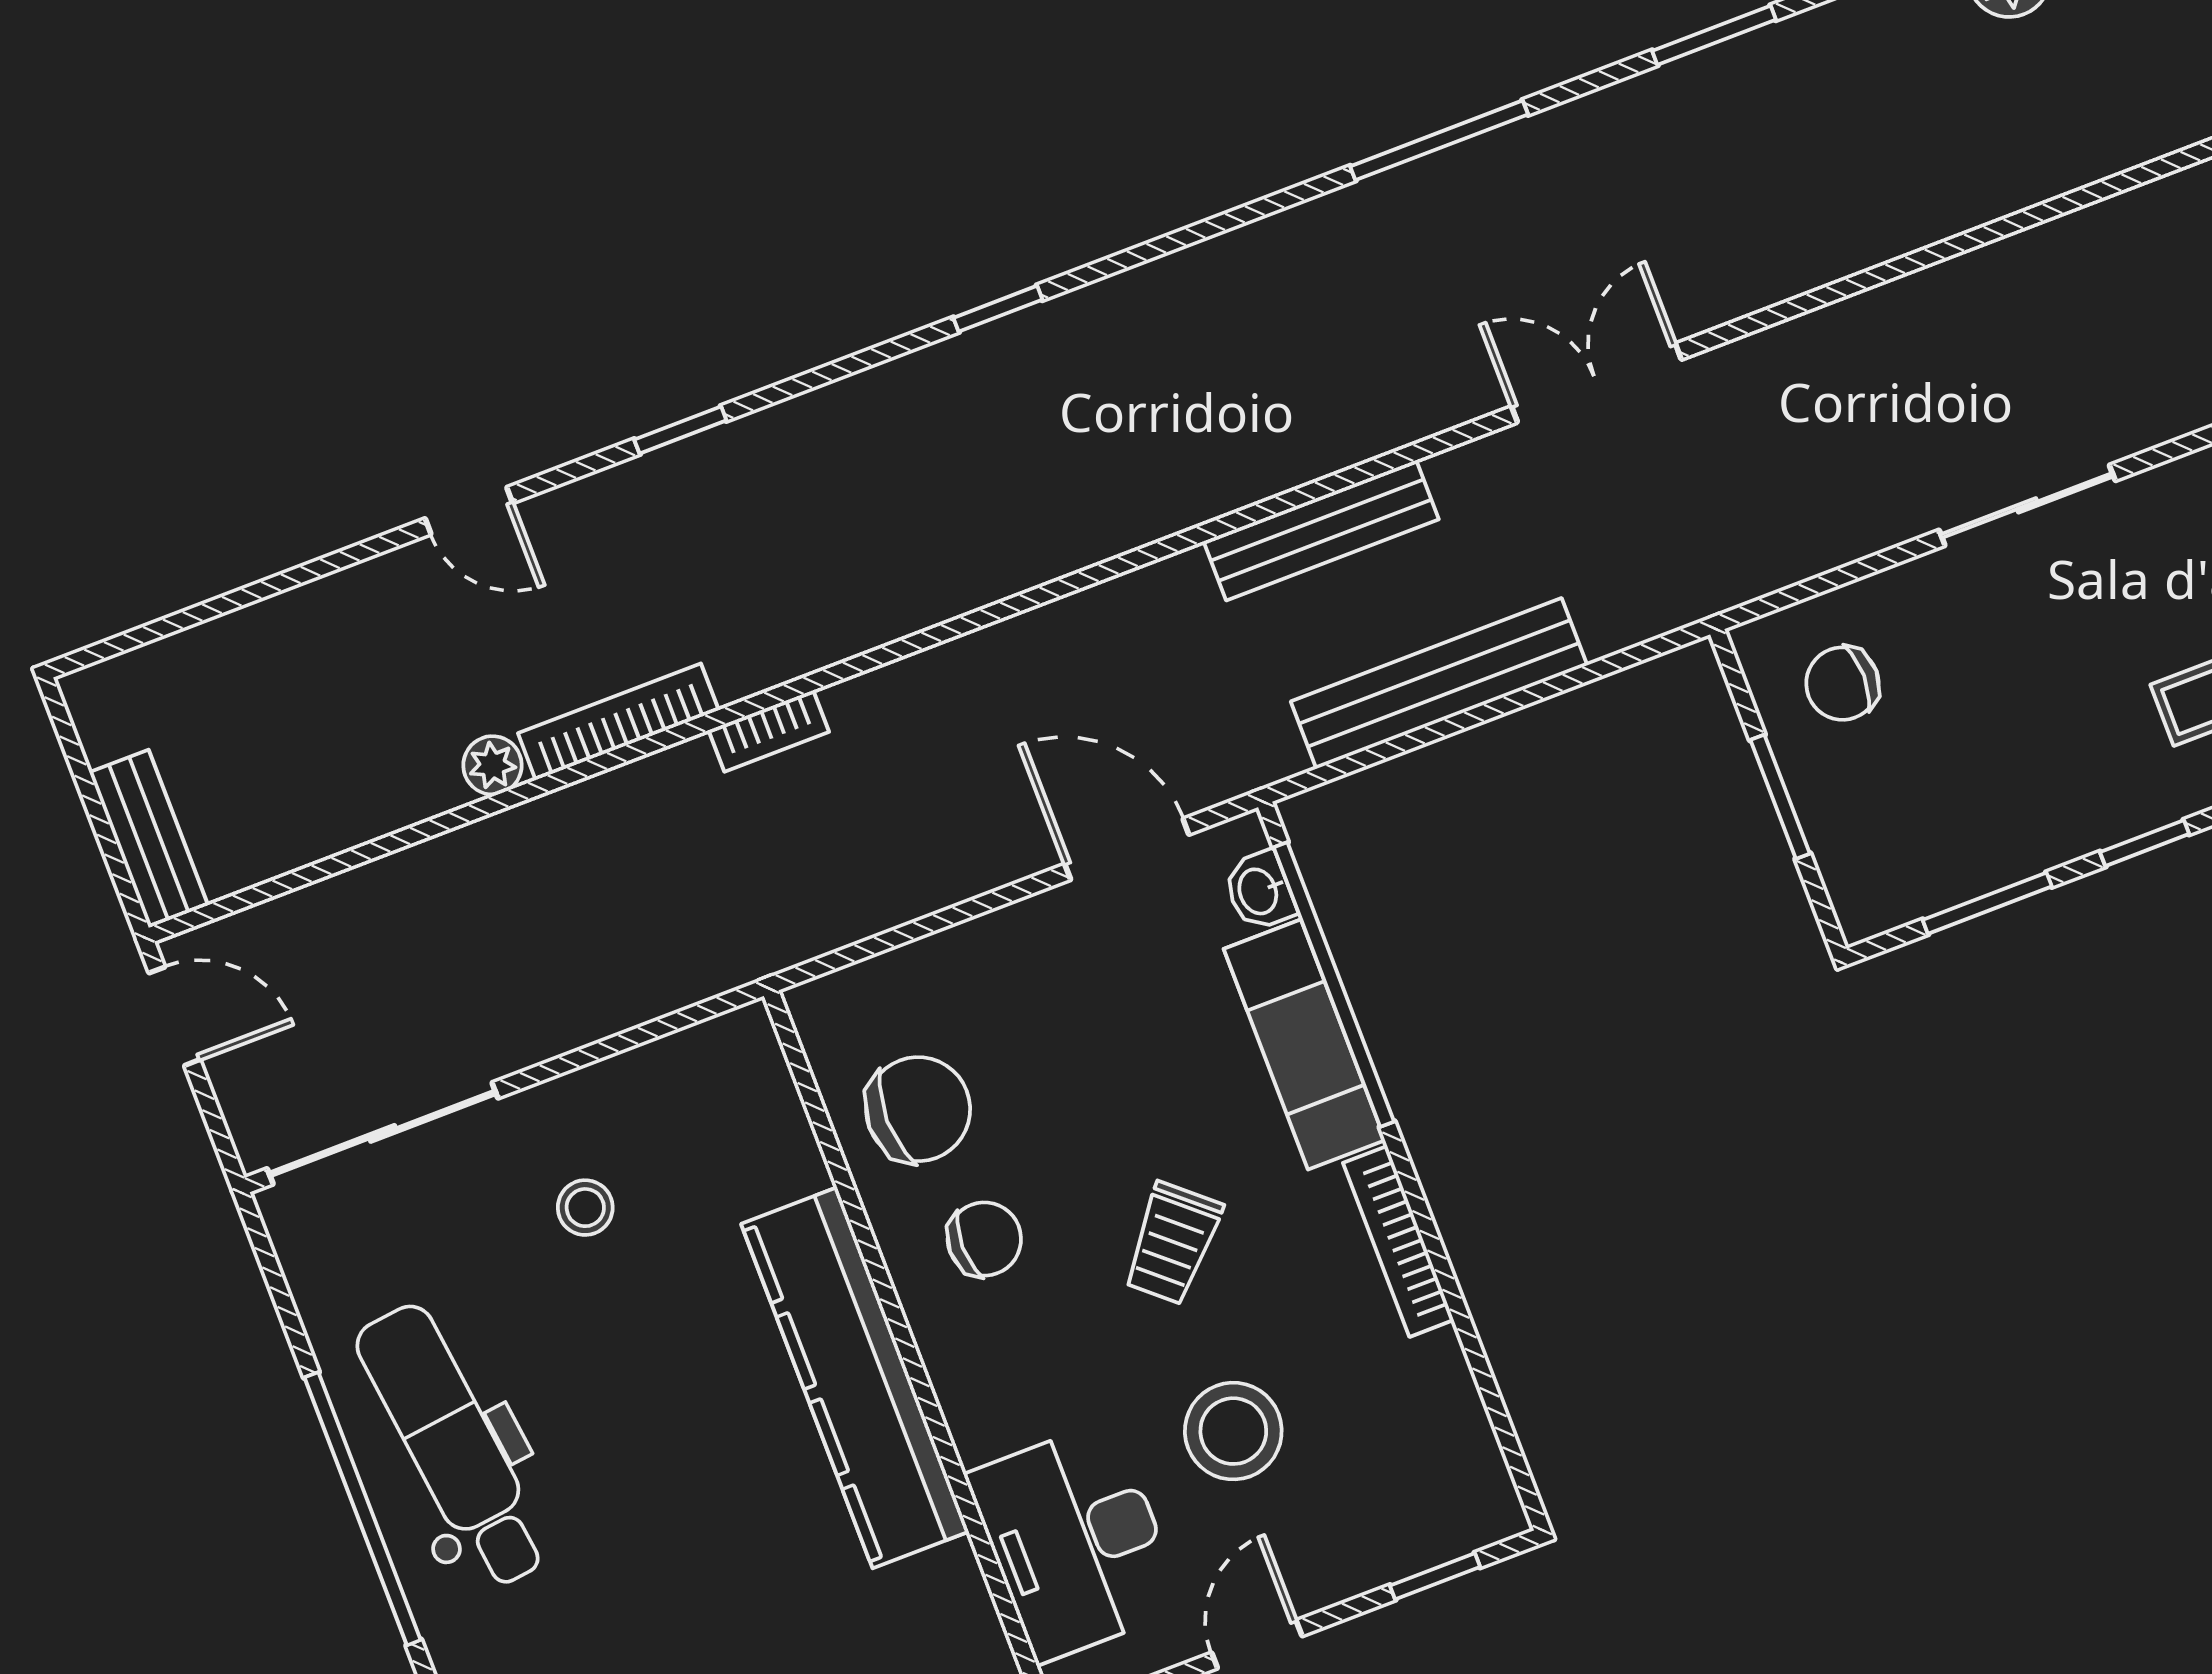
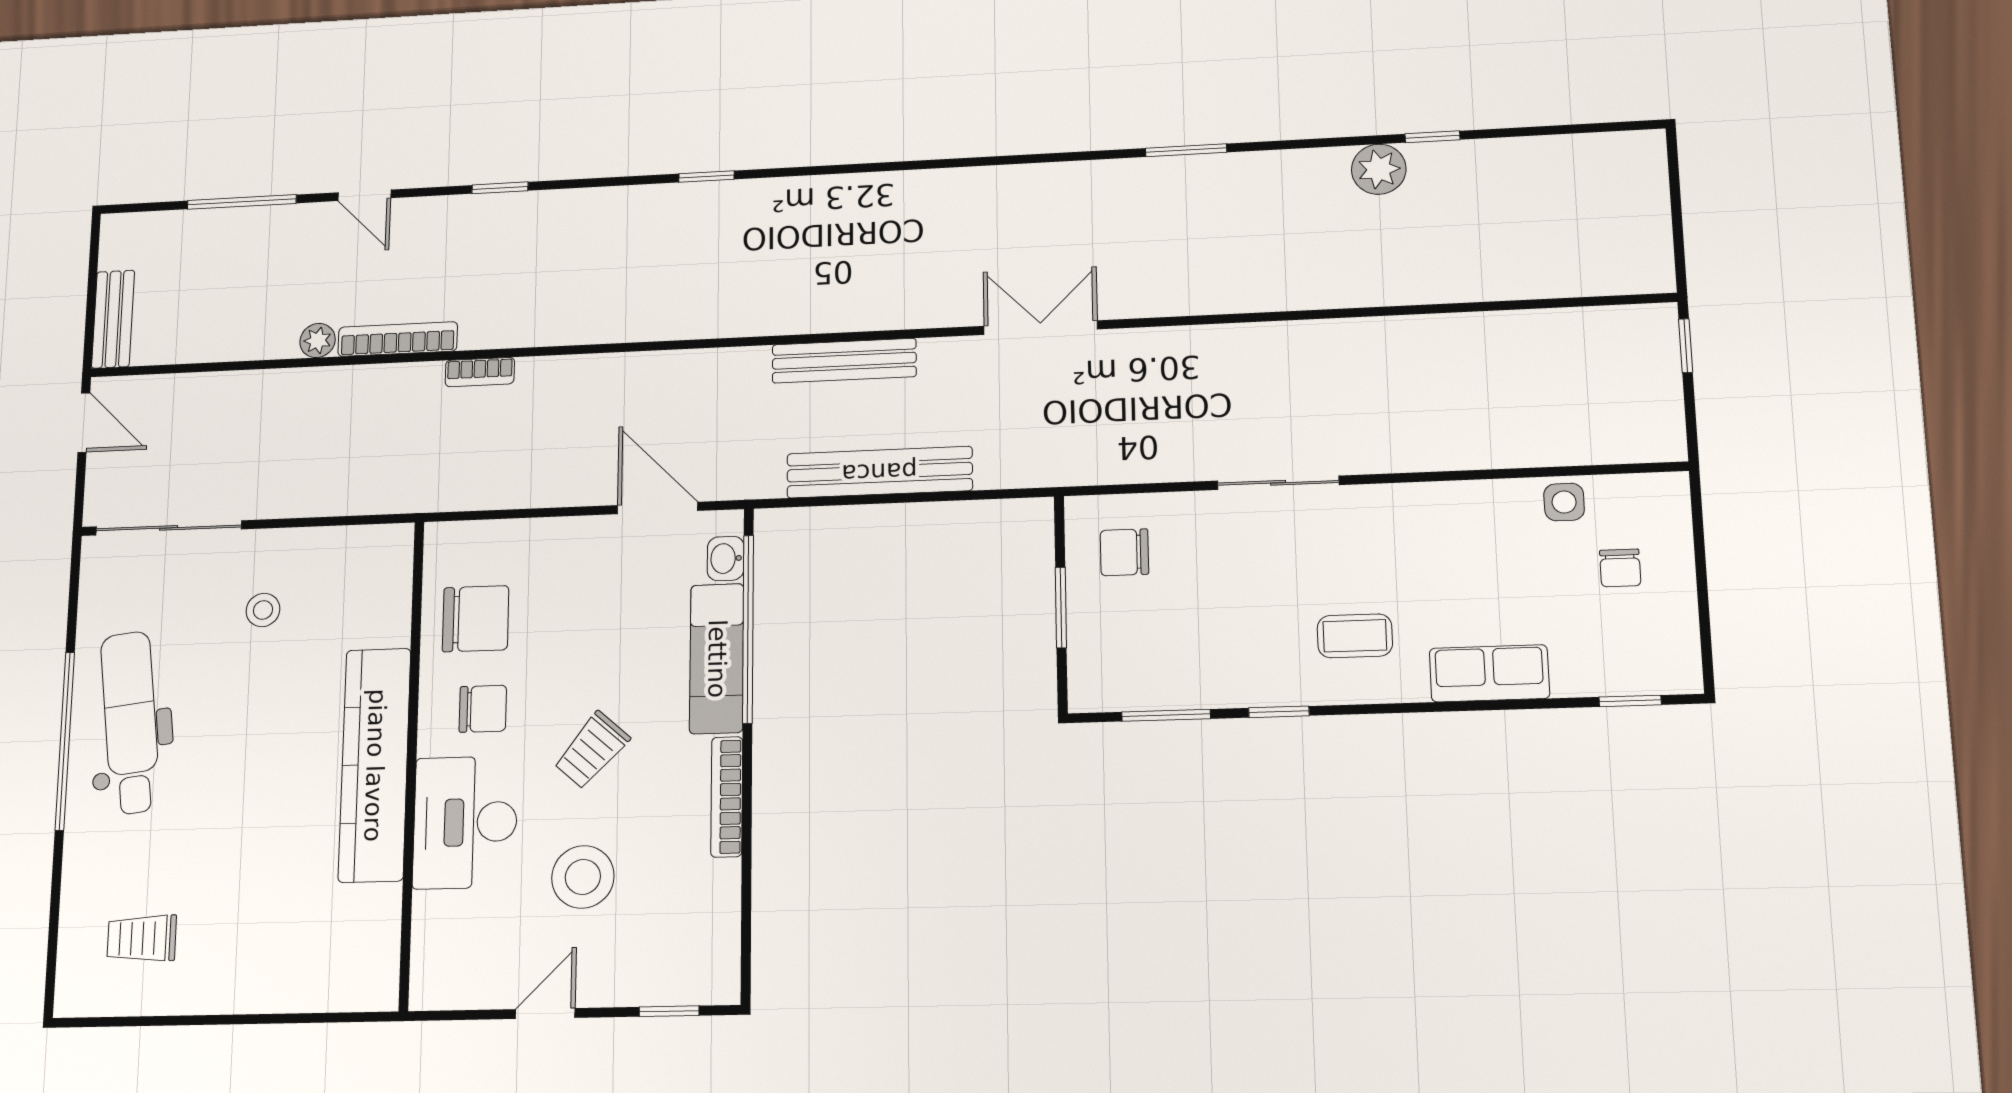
window: (1439, 140) -> (242, 202), moved
desk: (1075, 1541) -> (465, 822), moved

